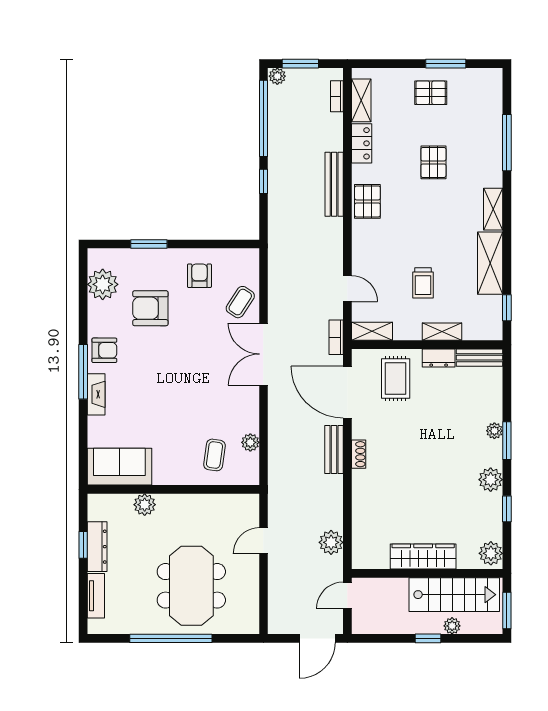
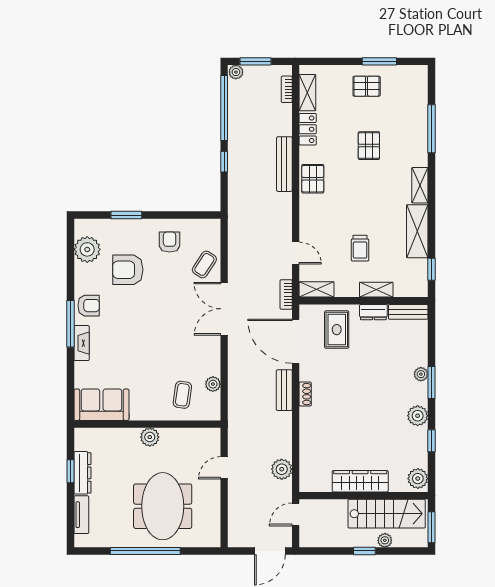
plant: (145, 505) -> (150, 437), moved

